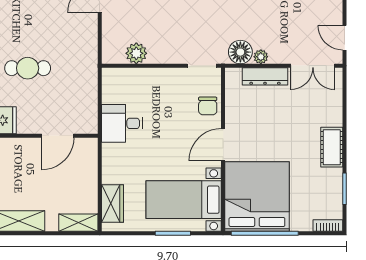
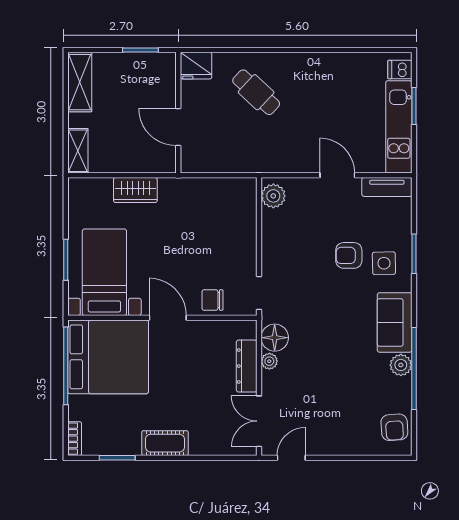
plant: (136, 53) -> (273, 196), moved
cafe table: (28, 68) -> (256, 92), turned -47
desk: (122, 123) -> (192, 201), removed
wardrobe: (112, 203) -> (135, 190), moved

